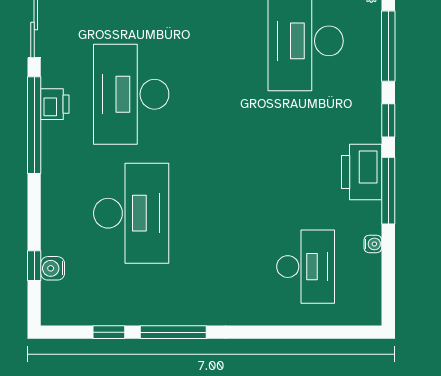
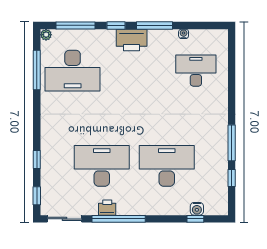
desk: (131, 94) -> (102, 166), turned 180
printer: (362, 172) -> (132, 40), moved

